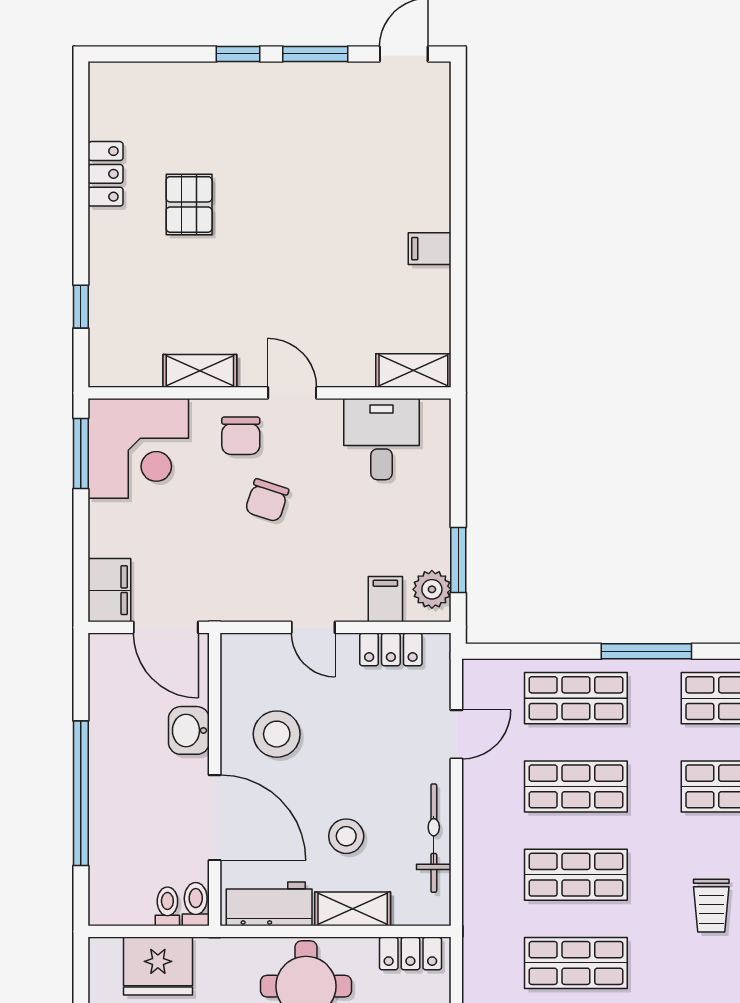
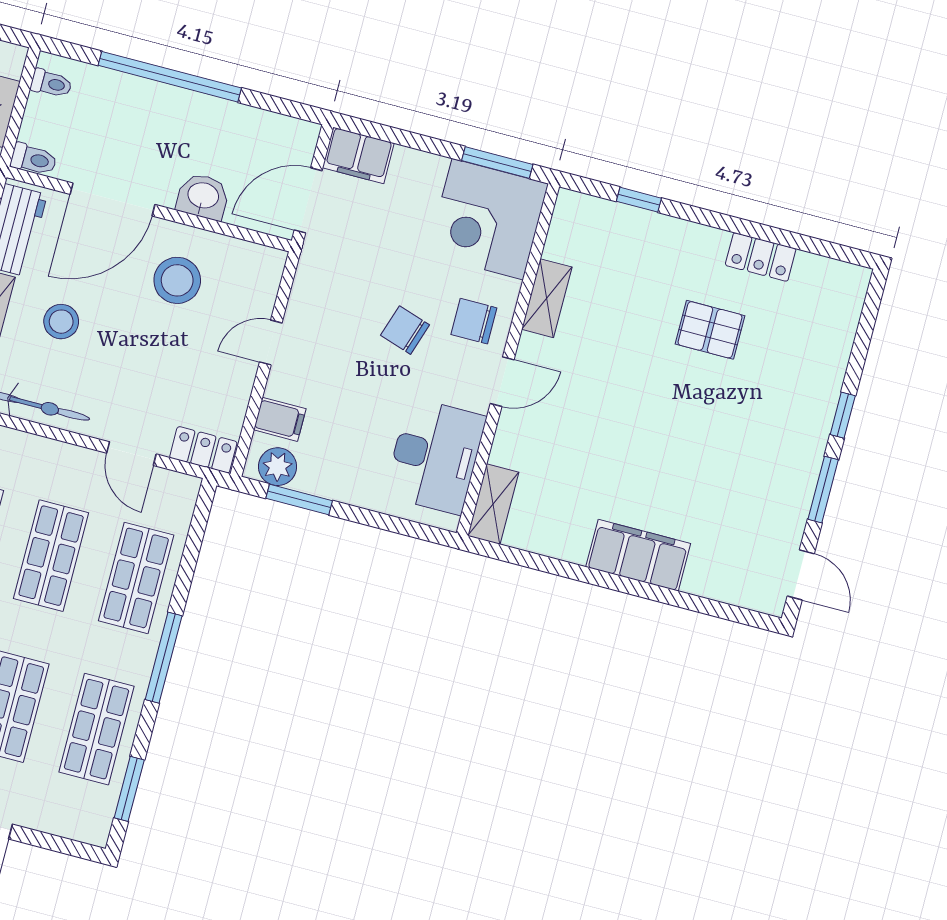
filing cabinet: (430, 249) -> (638, 555), width x3.00, depth x1.17
desk: (381, 439) -> (435, 456), width x1.37
locker: (391, 649) -> (203, 450), moved, turned 90
toilet: (167, 906) -> (51, 84), moved

